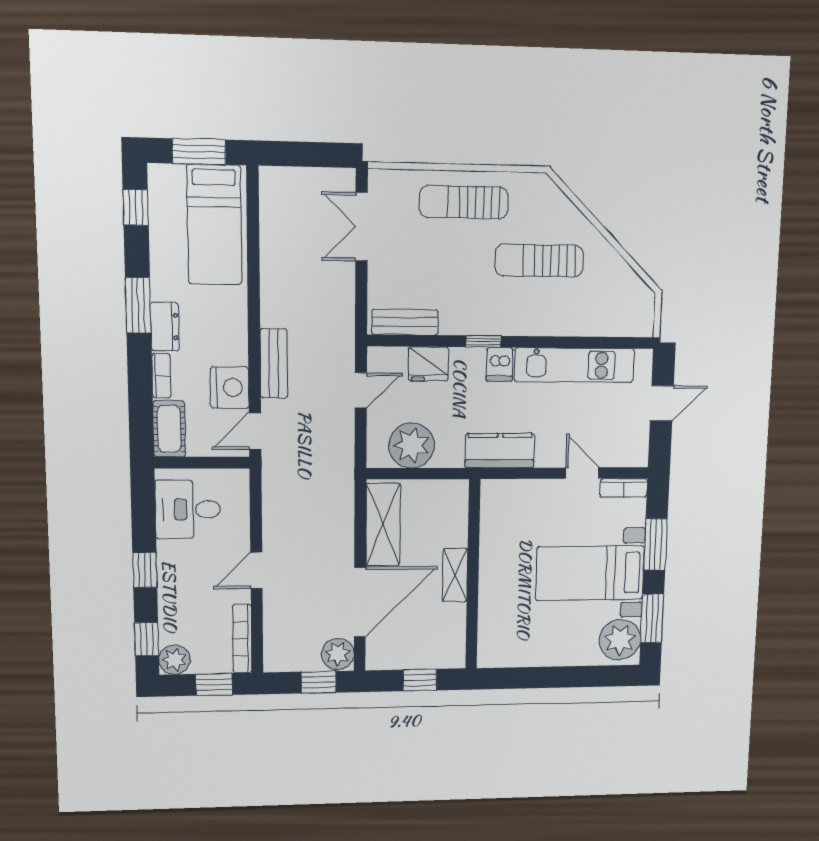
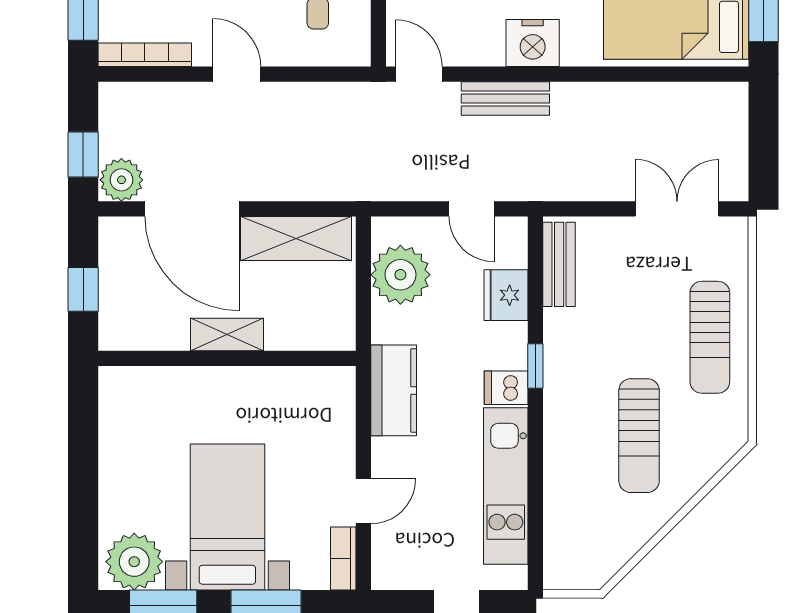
sun lounger: (464, 202) -> (710, 337), turned 180
sun lounger: (539, 261) -> (639, 436), turned 180
nightstand: (230, 387) -> (533, 43), moved

